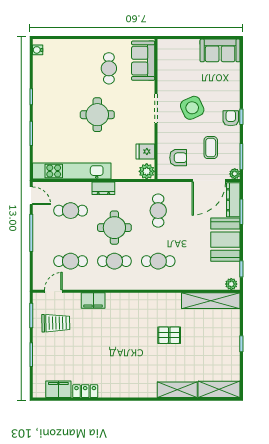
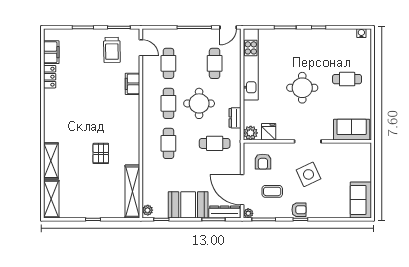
cafe table: (109, 68) -> (347, 79), moved
dresser: (103, 188) -> (235, 118), moved

